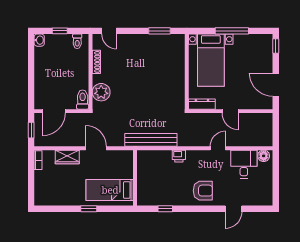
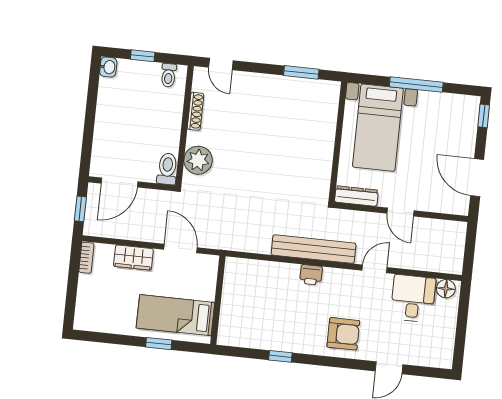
bench: (151, 140) -> (314, 249), moved
wall: (135, 178) -> (218, 300), moved
bed: (110, 190) -> (175, 315), moved

